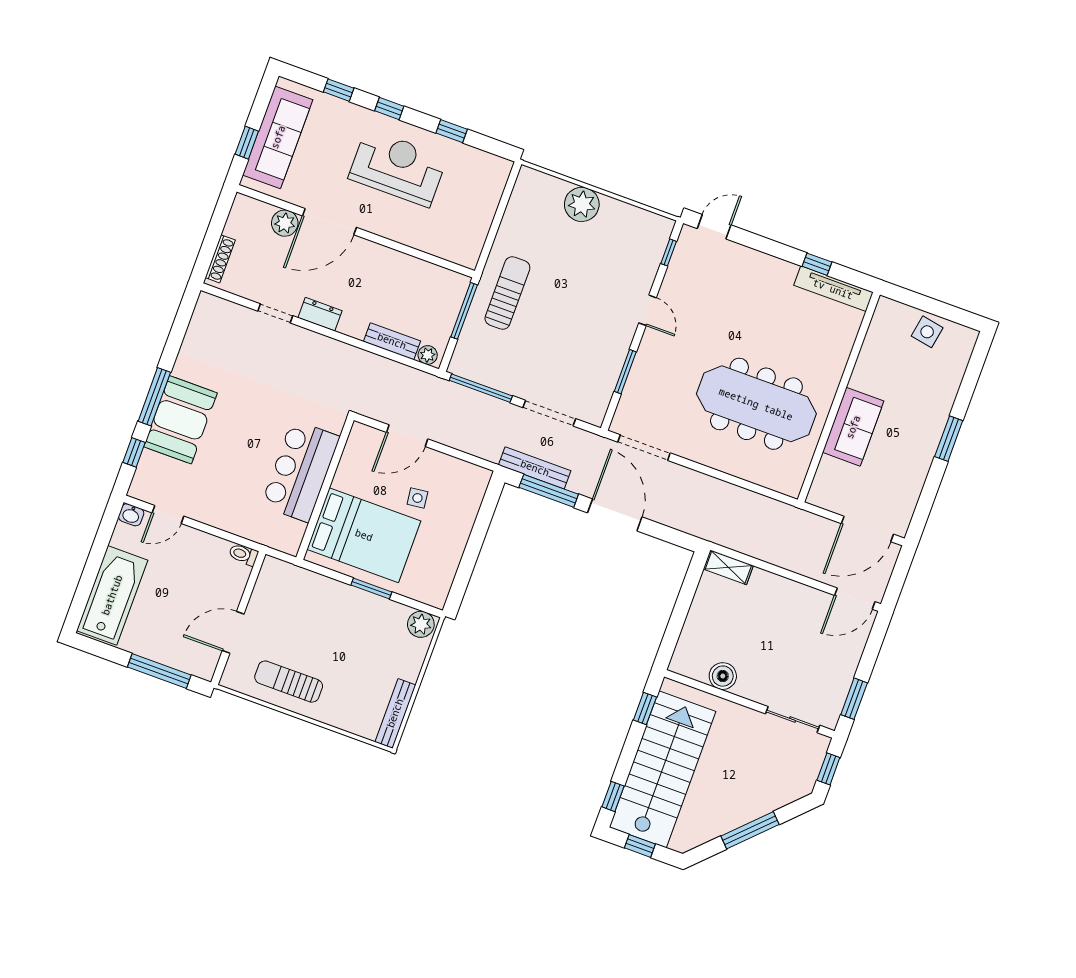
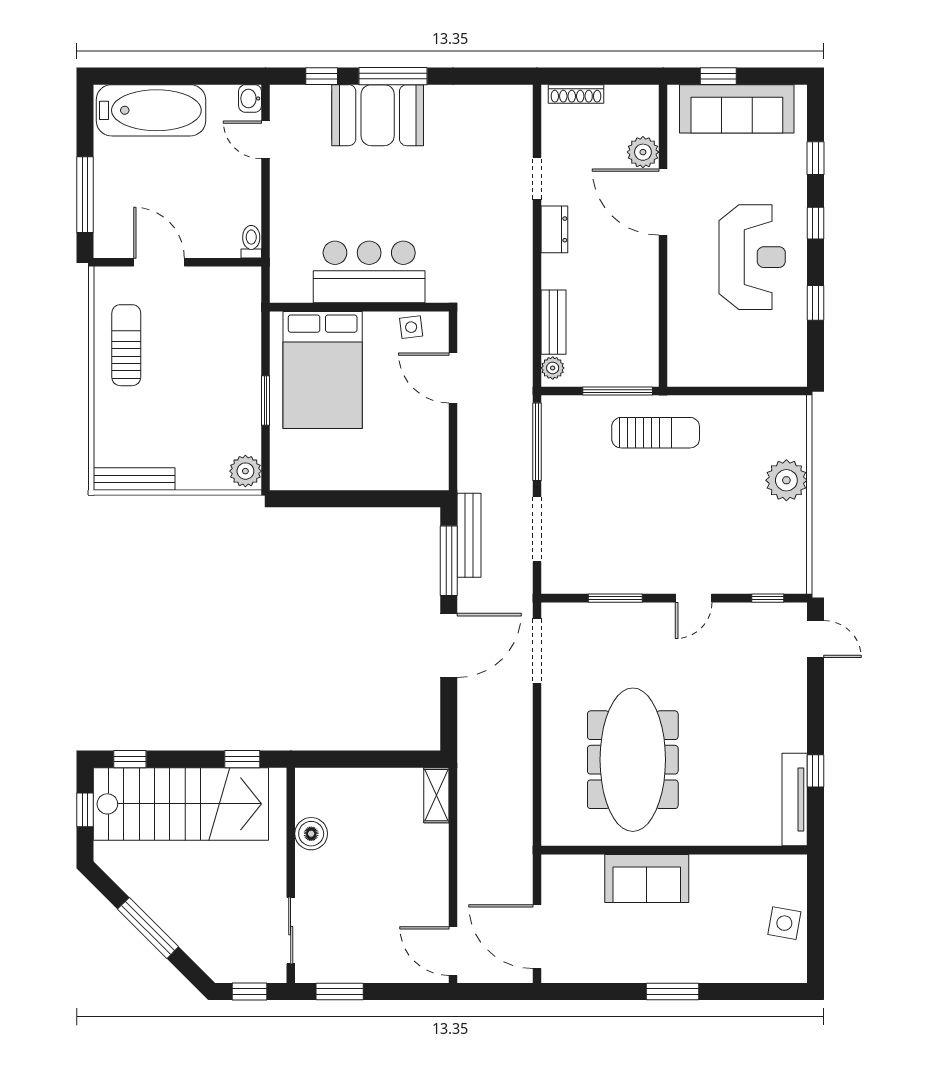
side table: (417, 498) -> (411, 327), moved

